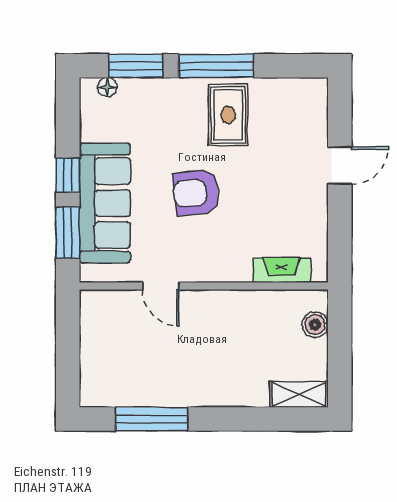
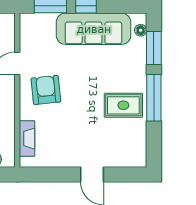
armchair: (196, 193) -> (46, 90), moved
sofa: (105, 203) -> (94, 29), moved

